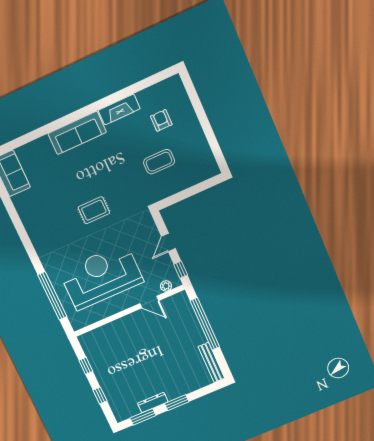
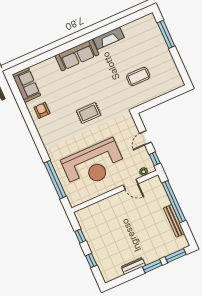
window: (197, 104) -> (166, 34), added
armchair: (161, 120) -> (42, 110), moved
reception desk: (101, 277) -> (94, 164), turned 180
bench: (211, 362) -> (174, 221), moved
window: (143, 417) -> (176, 256), moved

